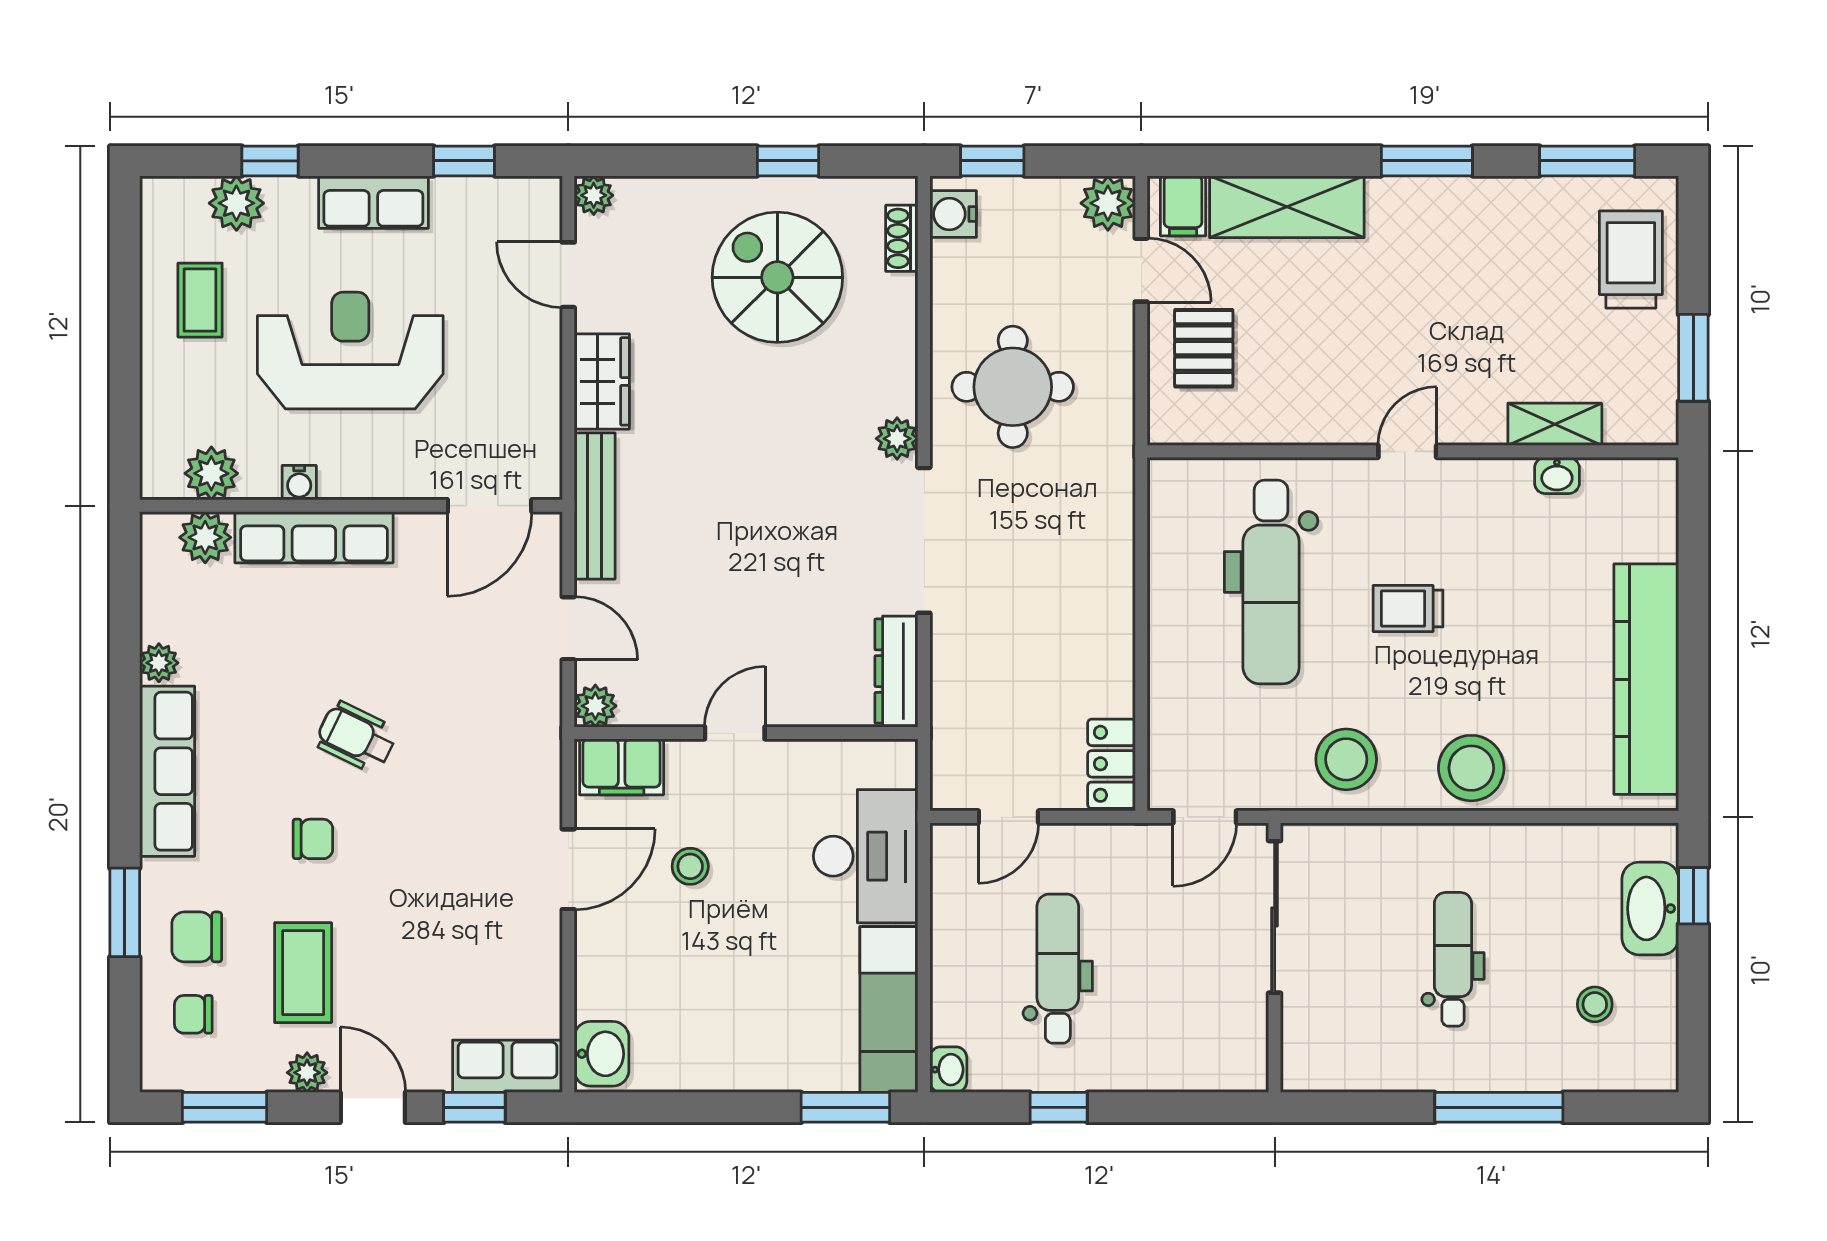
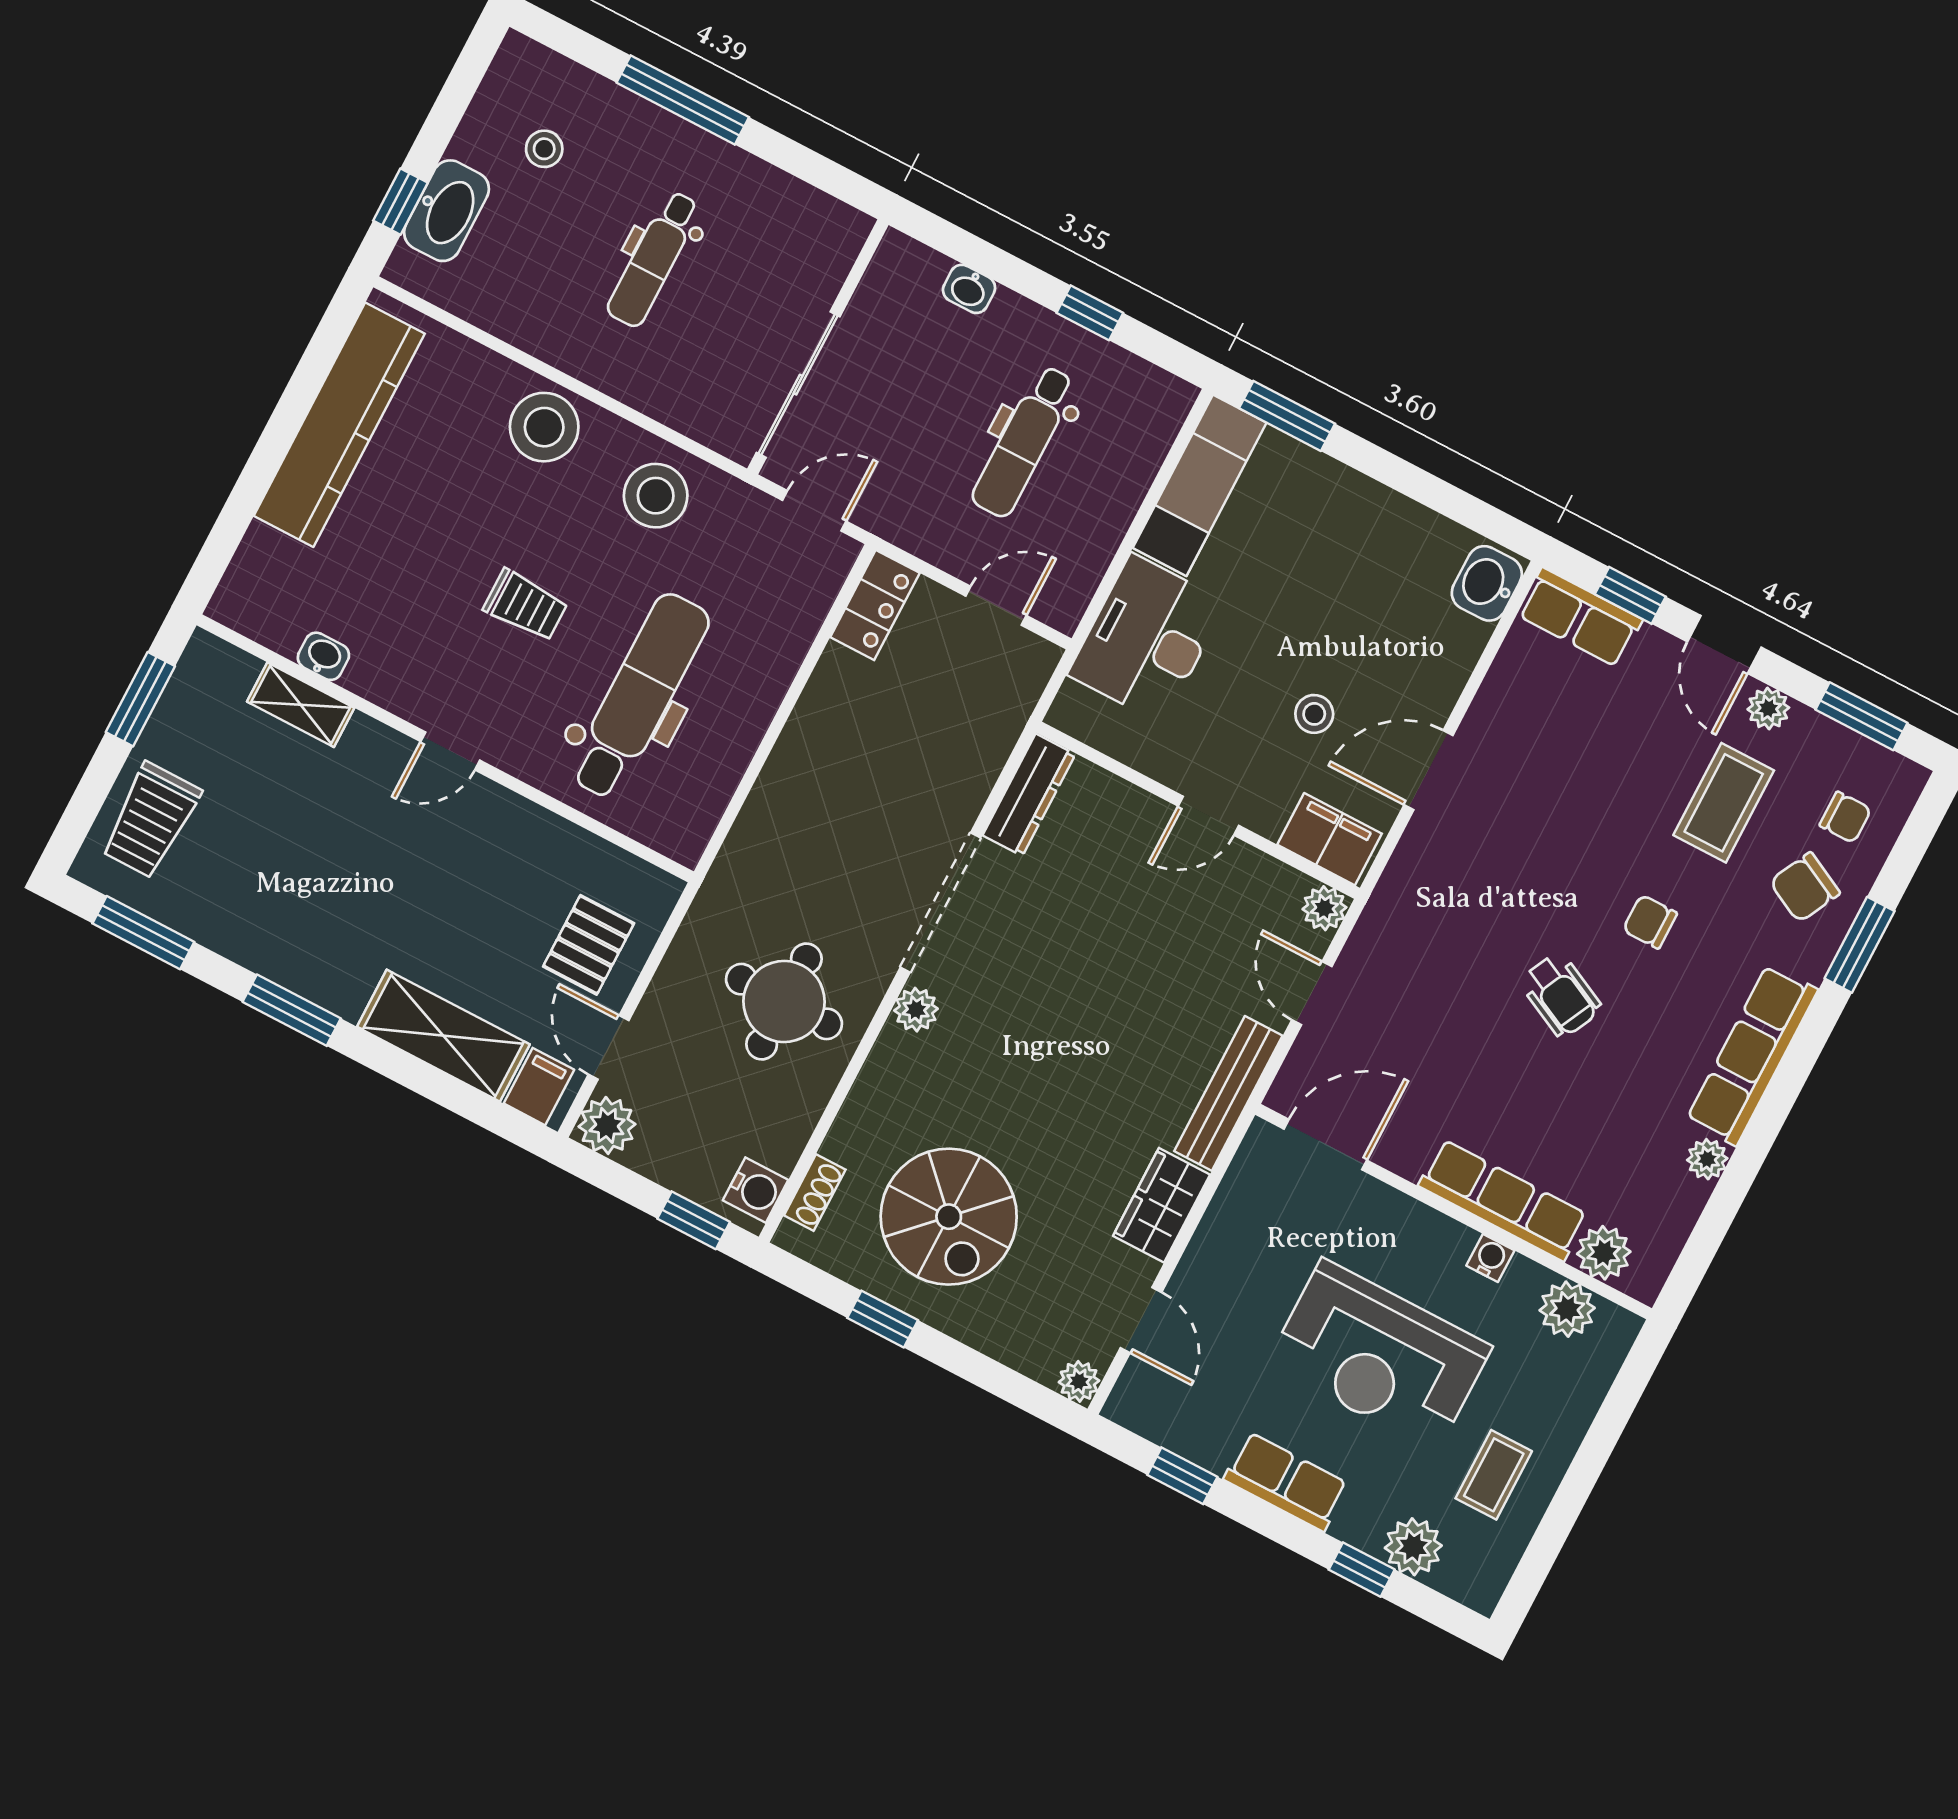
chair: (197, 937) -> (1805, 887), turned 117
washbasin: (948, 1070) -> (969, 289), moved, turned -90

